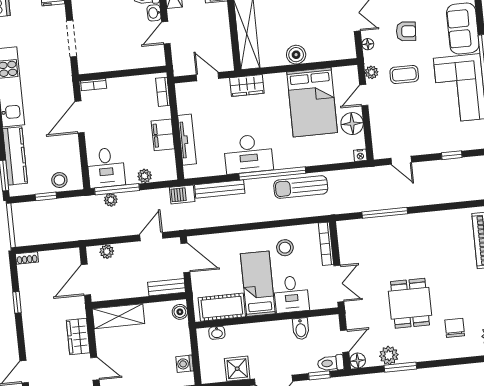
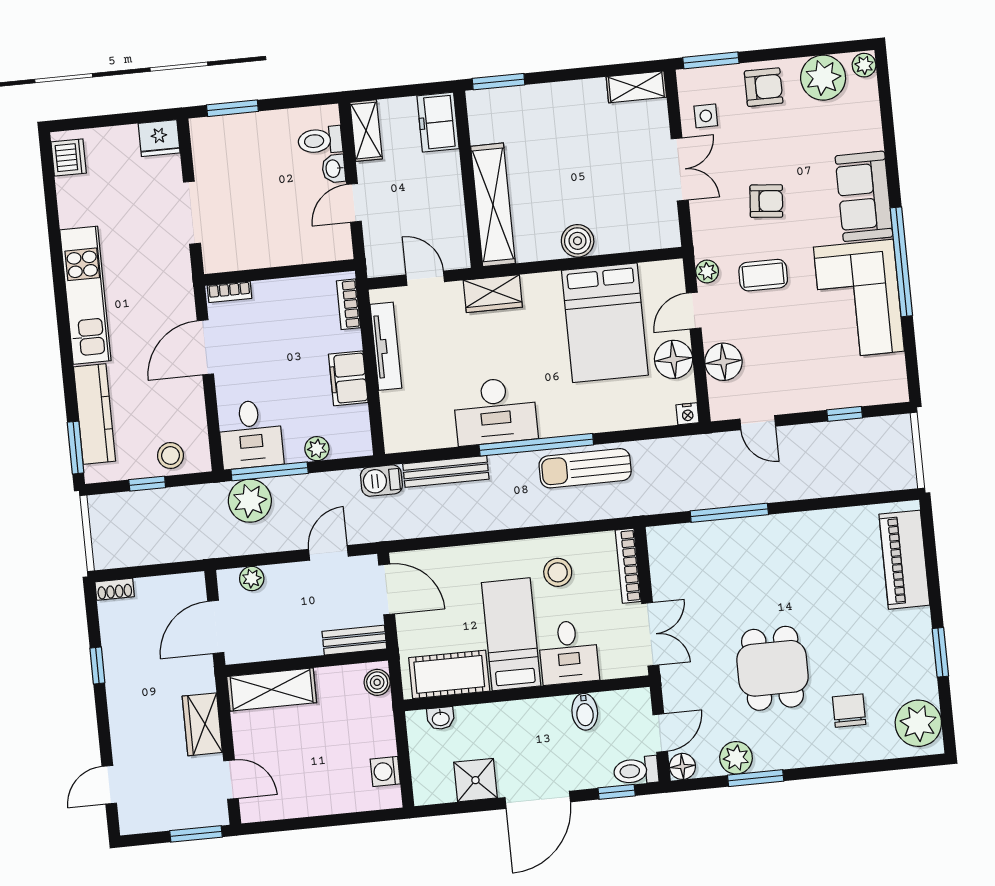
floor lamp: (368, 44) -> (723, 362), moved, width x1.89, depth x1.89
tv unit: (187, 140) -> (386, 346), moved
plant: (111, 200) -> (250, 501), width x1.87, depth x1.87

